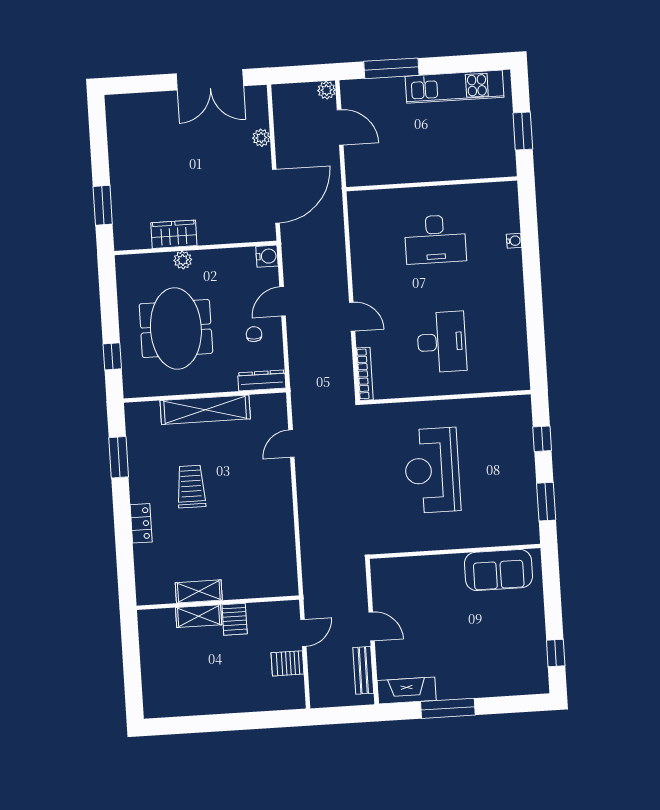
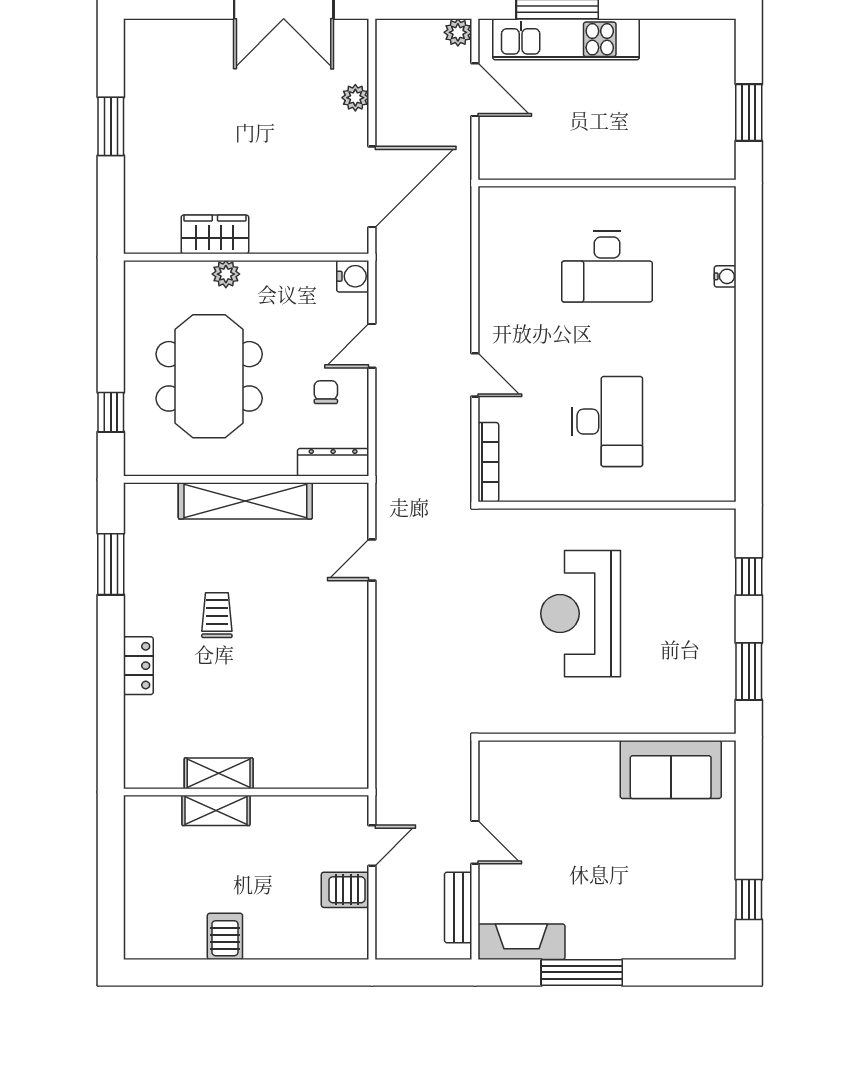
kitchen unit: (455, 87) -> (566, 39), moved
window: (103, 205) -> (111, 126), moved
trolley: (191, 487) -> (217, 615), width x0.73, depth x0.72
server rack: (235, 619) -> (225, 936), moved, turned 180

